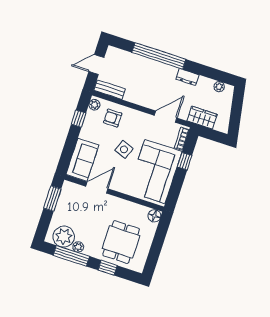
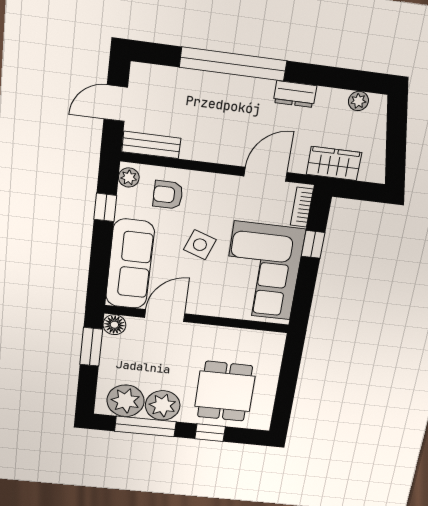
sofa: (82, 160) -> (130, 264), width x1.36
floor lamp: (154, 216) -> (114, 325), moved
plant: (78, 247) -> (163, 405), width x1.88, depth x1.88

